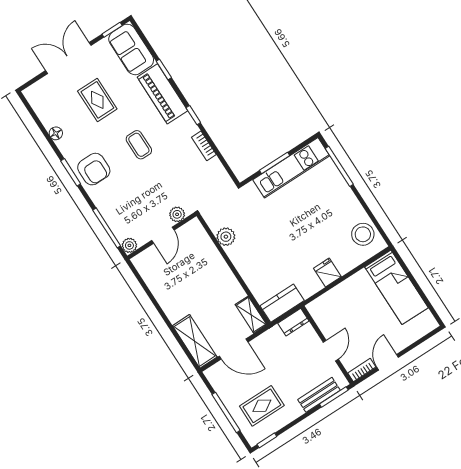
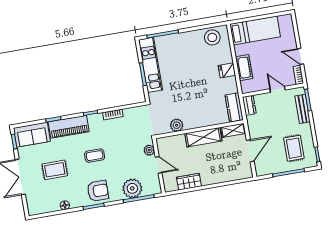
plant: (129, 245) -> (132, 188), moved, width x1.87, depth x1.87
wardrobe: (158, 285) -> (189, 182), added
cot: (341, 294) -> (244, 68), added
shelving: (195, 341) -> (203, 137), moved

